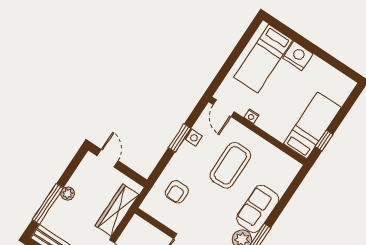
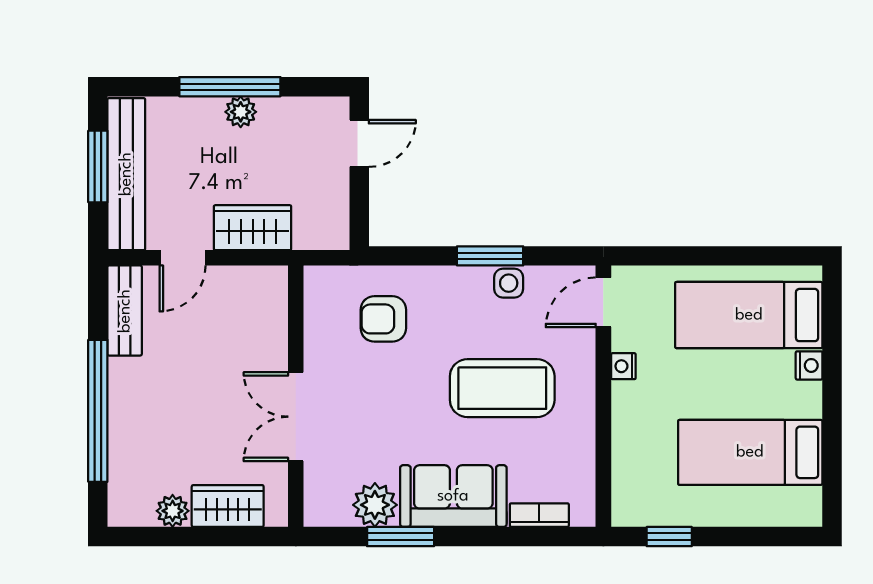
nightstand: (298, 56) -> (809, 365), width x0.53, depth x0.56
bed: (312, 125) -> (750, 452), moved, turned 180
bookcase: (285, 182) -> (539, 515), added
window: (48, 204) -> (230, 87), moved
wardrobe: (117, 210) -> (253, 228), width x0.67

